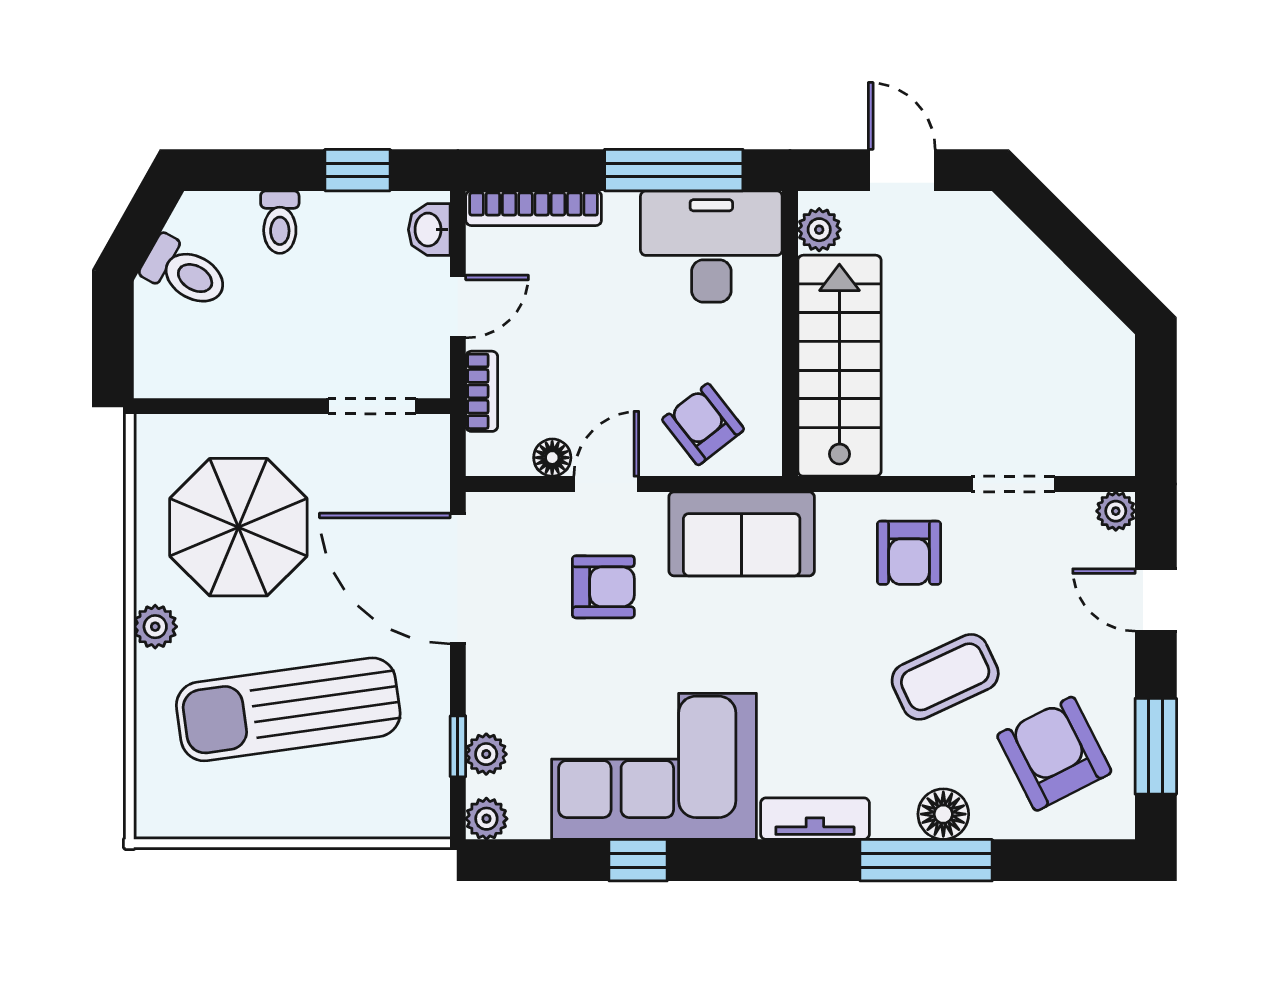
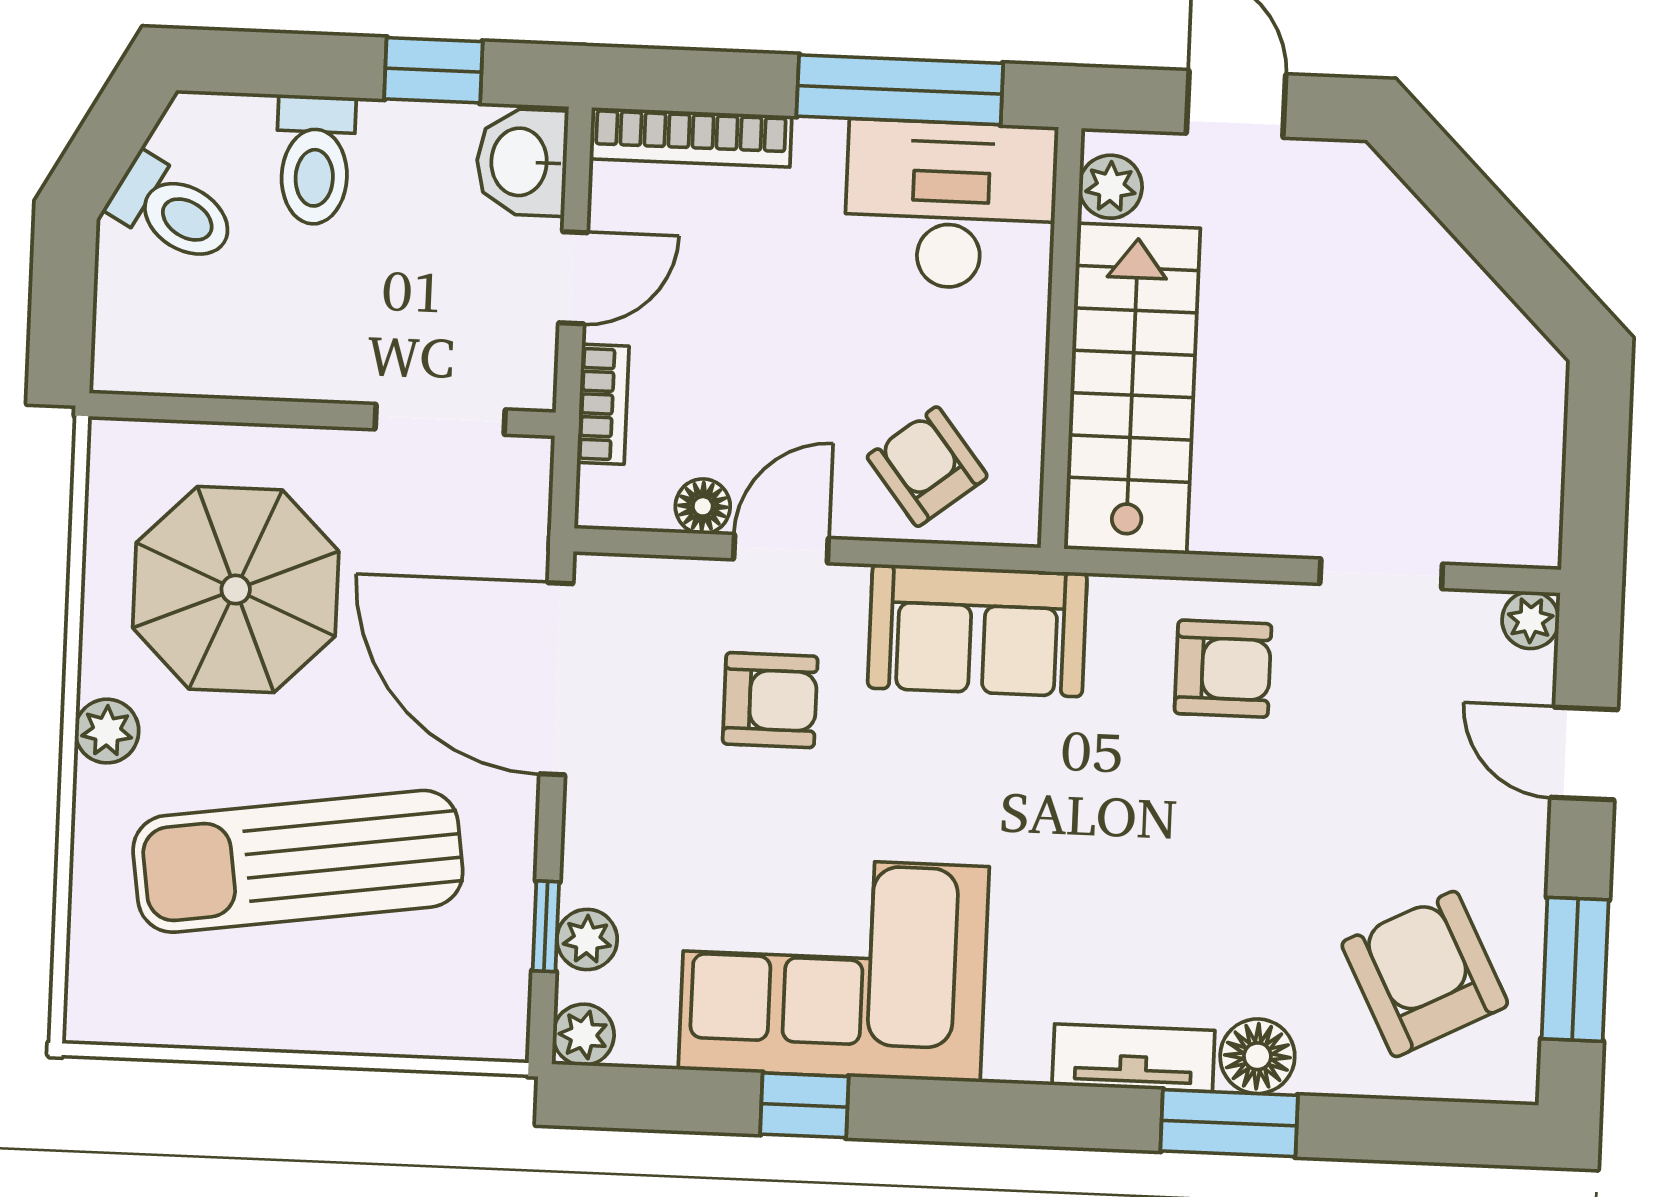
toilet: (280, 222) -> (315, 160), width x1.37, depth x1.39
washbasin: (429, 230) -> (522, 162), width x1.38, depth x1.45
armchair: (909, 553) -> (1223, 669), turned -90
coffee table: (945, 677) -> (1269, 854), removed
tv unit: (815, 819) -> (1133, 1058), moved
window: (926, 860) -> (1229, 1123), width x0.69

